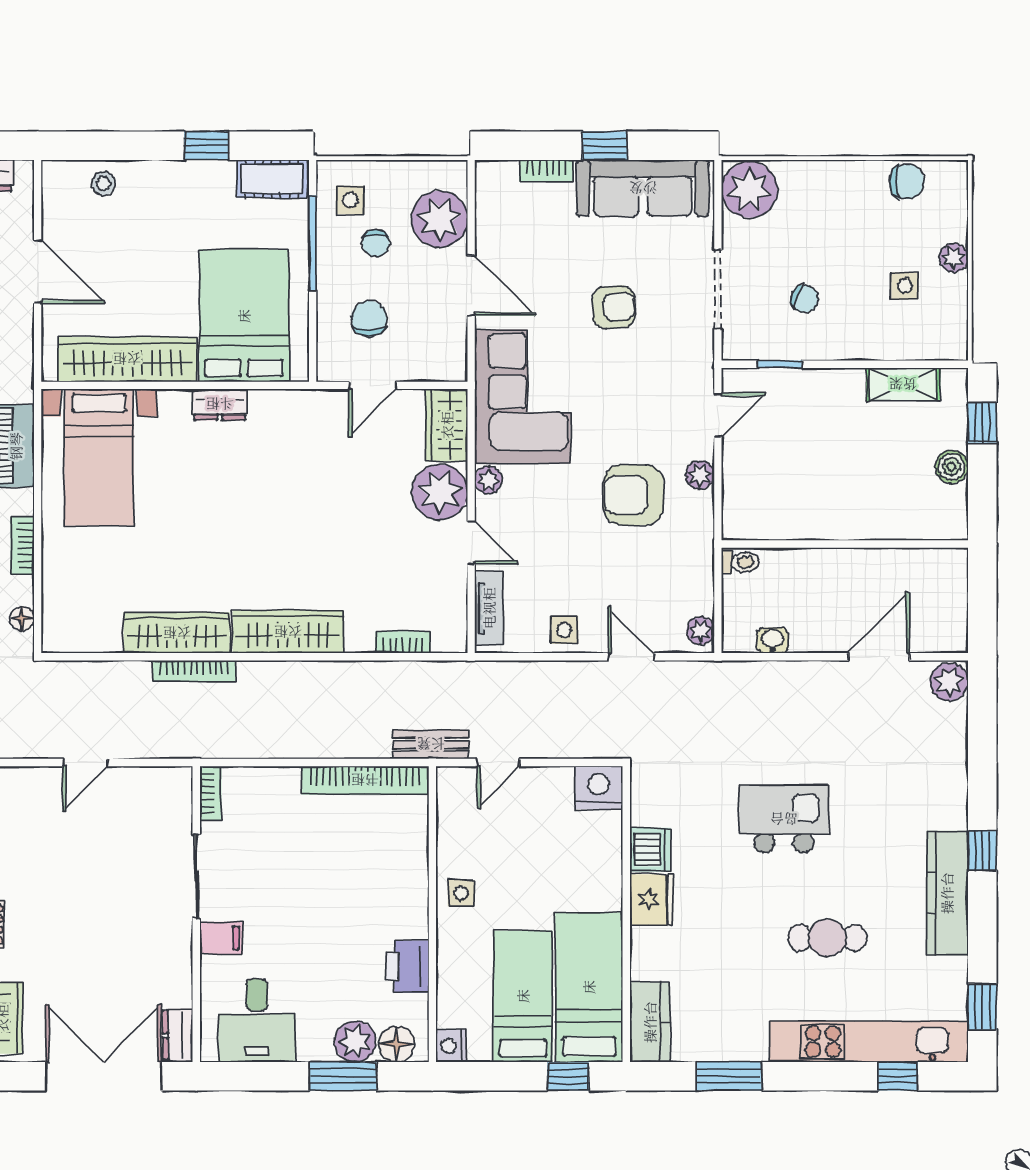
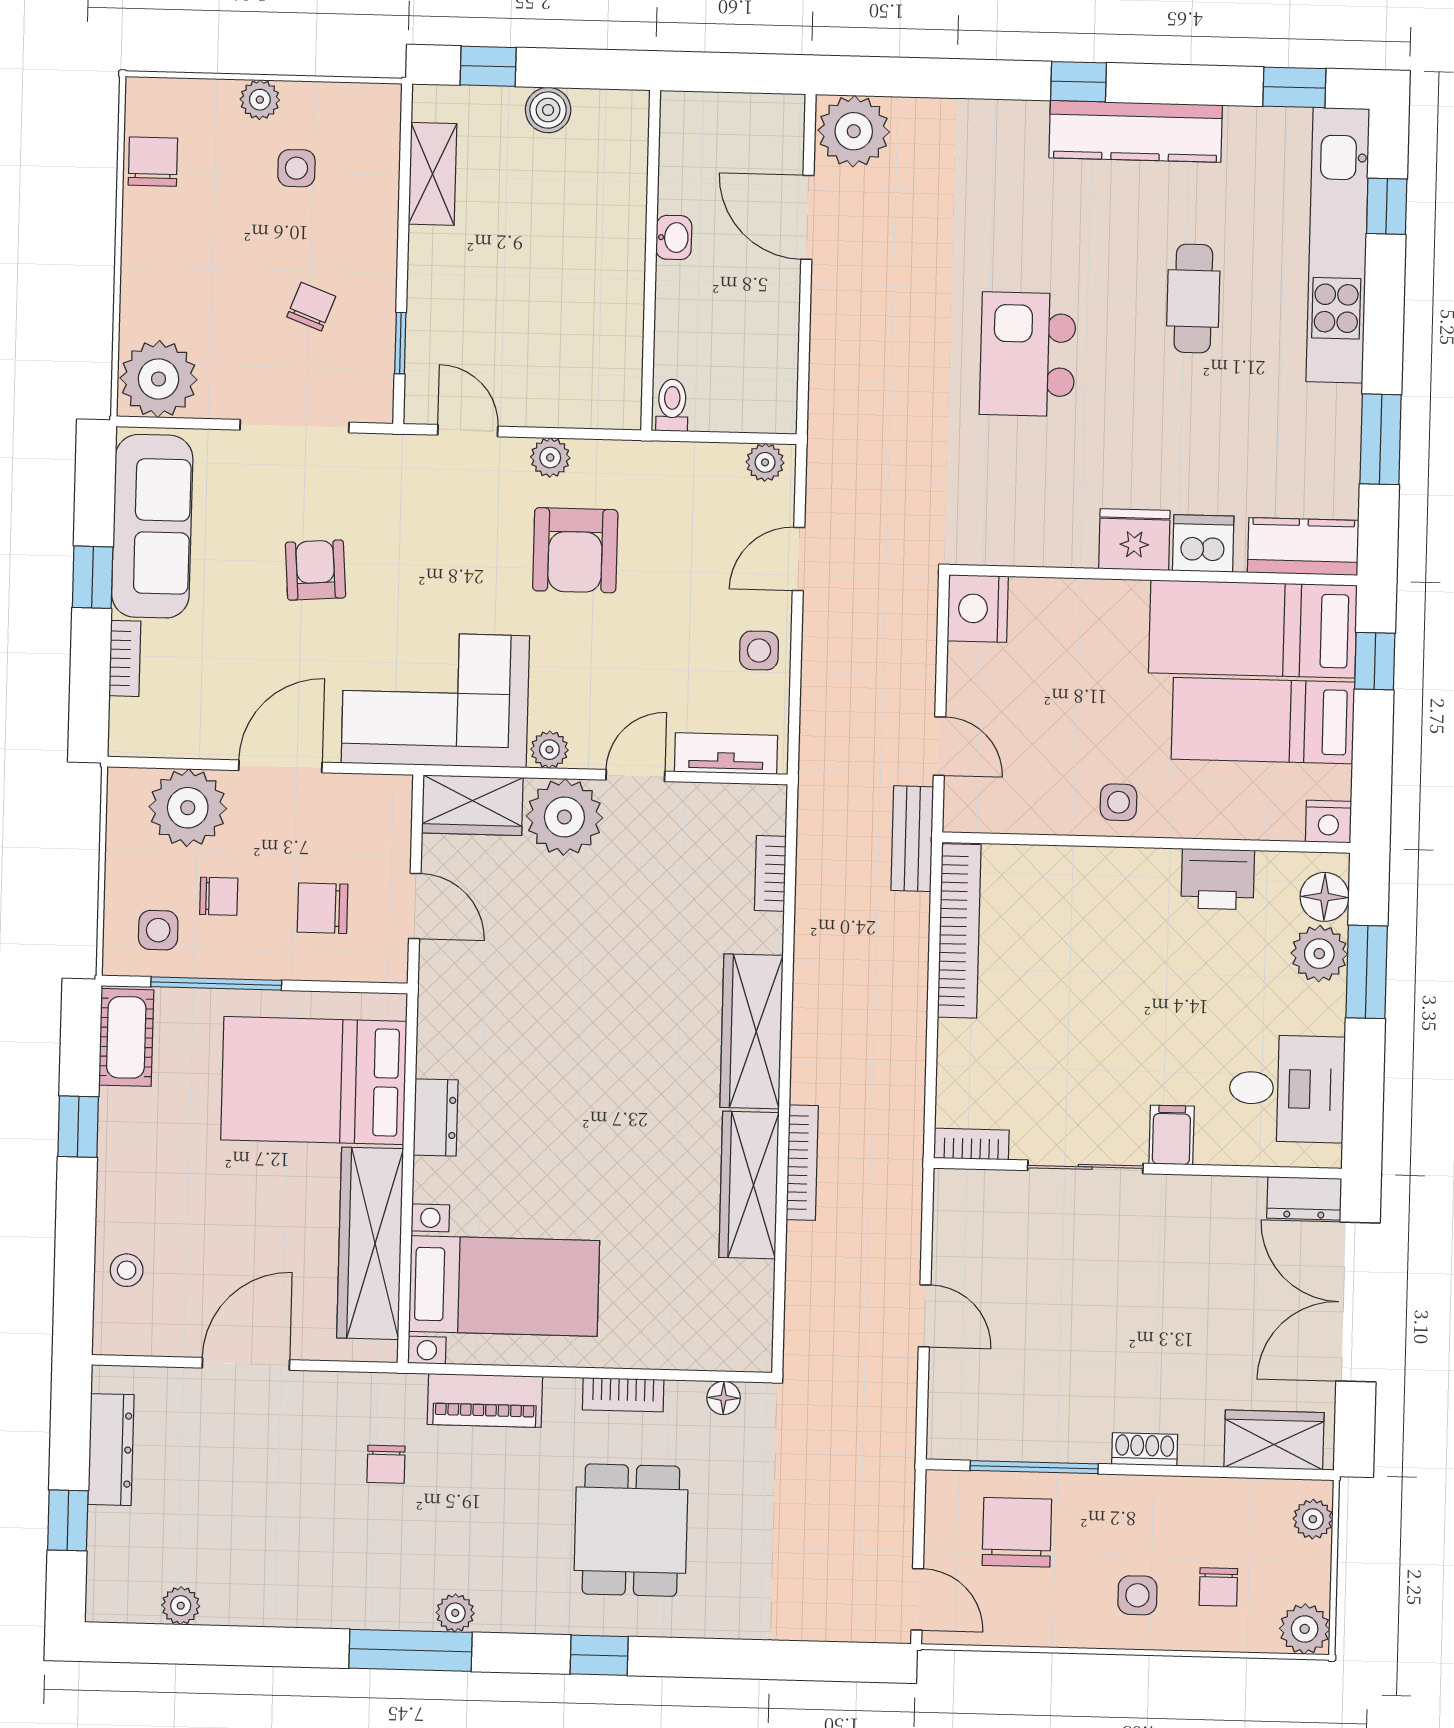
washbasin: (773, 640) -> (674, 237), moved, turned 180
plant: (949, 682) -> (854, 131), width x1.36, depth x1.36
dishwasher: (650, 850) -> (1203, 543), moved

